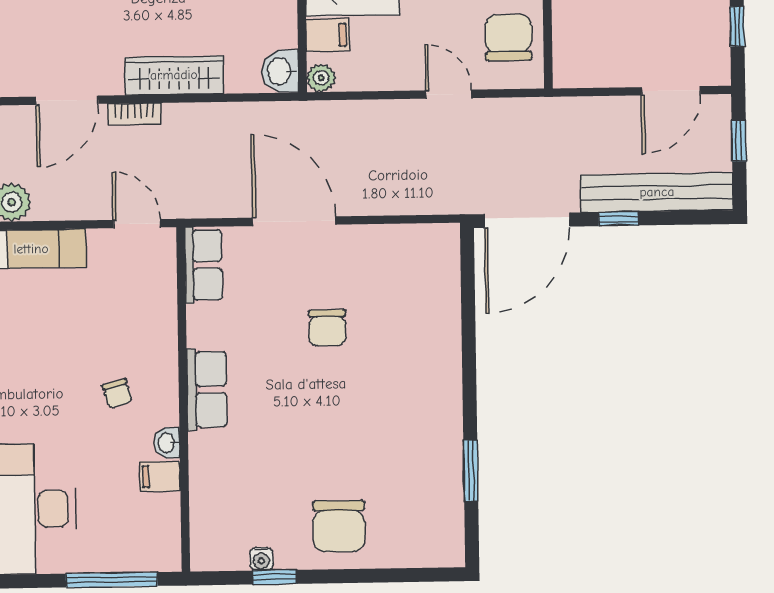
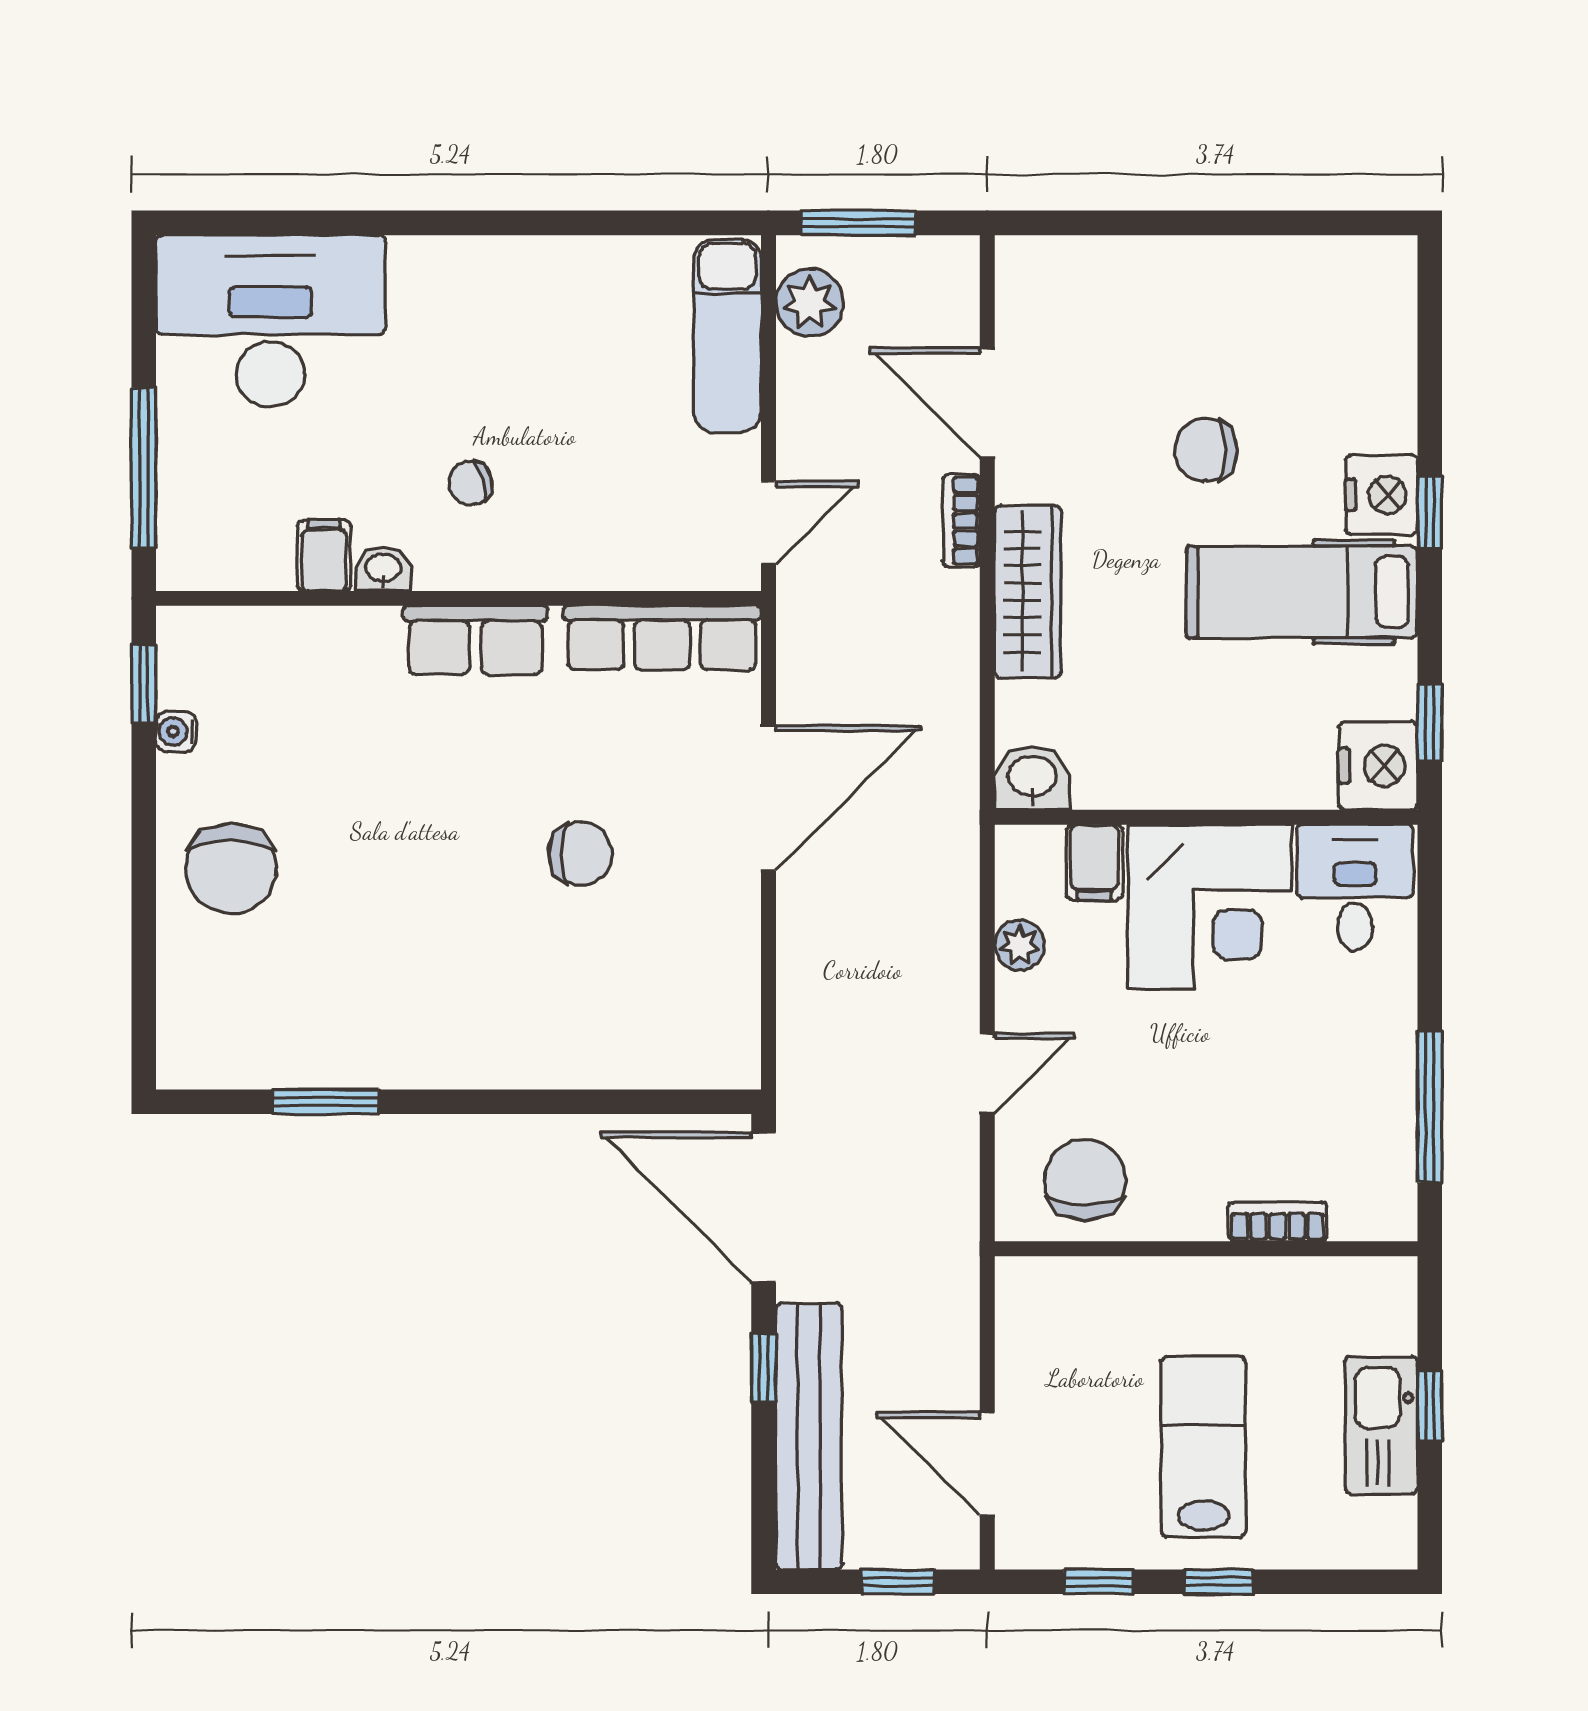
chair: (508, 38) -> (1085, 1180), turned -90
plant: (321, 78) -> (1020, 945), moved
row of seats: (203, 265) -> (662, 638), width x1.48
chair: (327, 328) -> (580, 854), turned 180
chair: (339, 526) -> (231, 869), turned -90
window: (275, 577) -> (144, 684), moved

